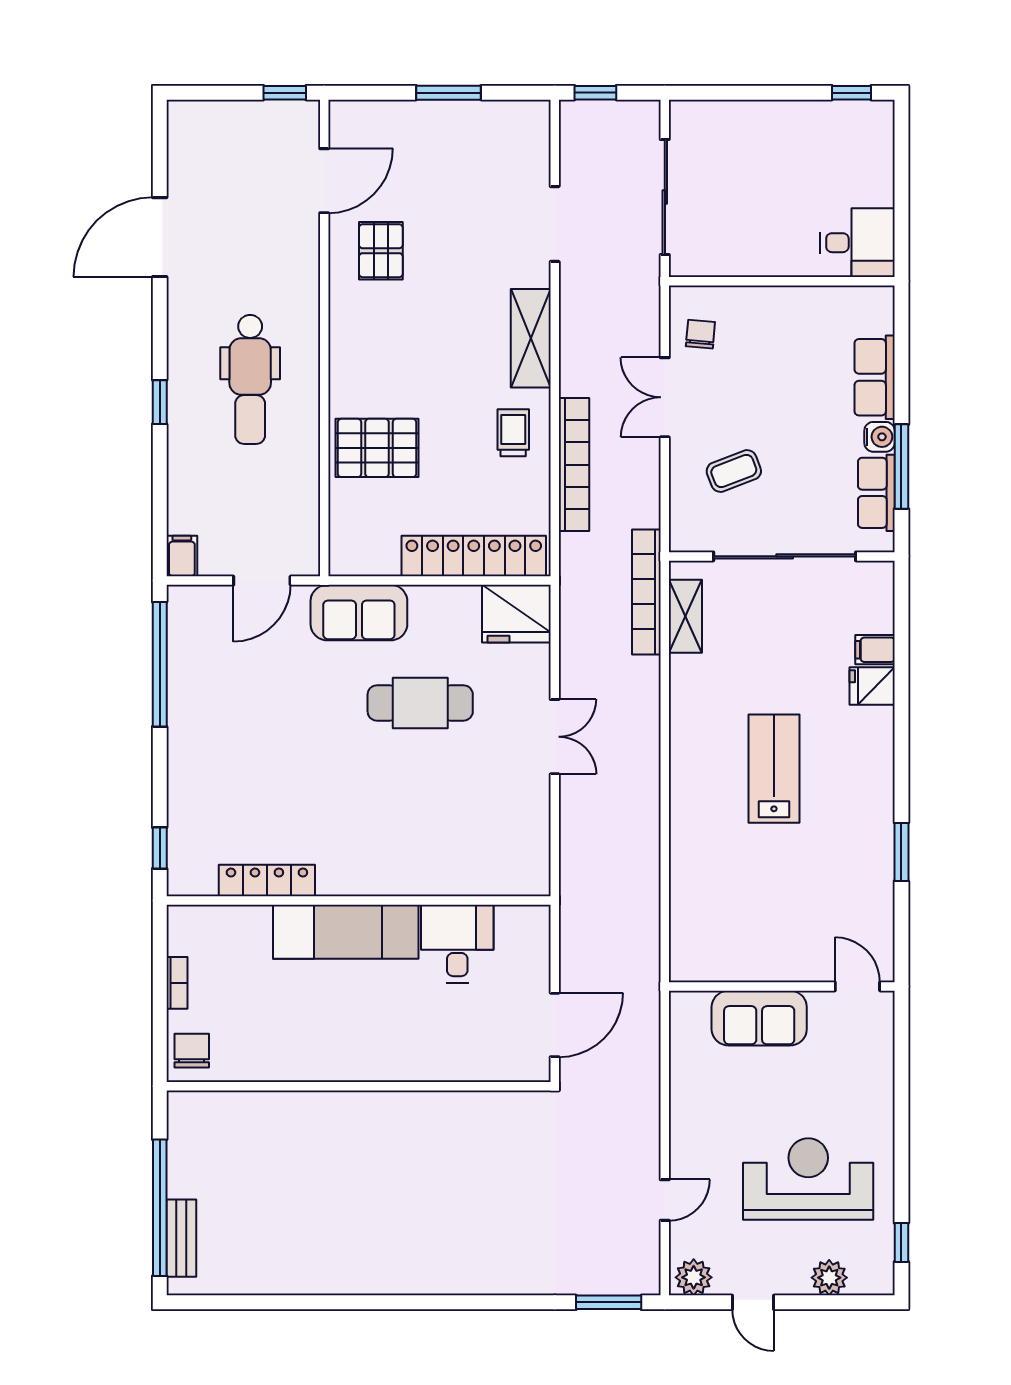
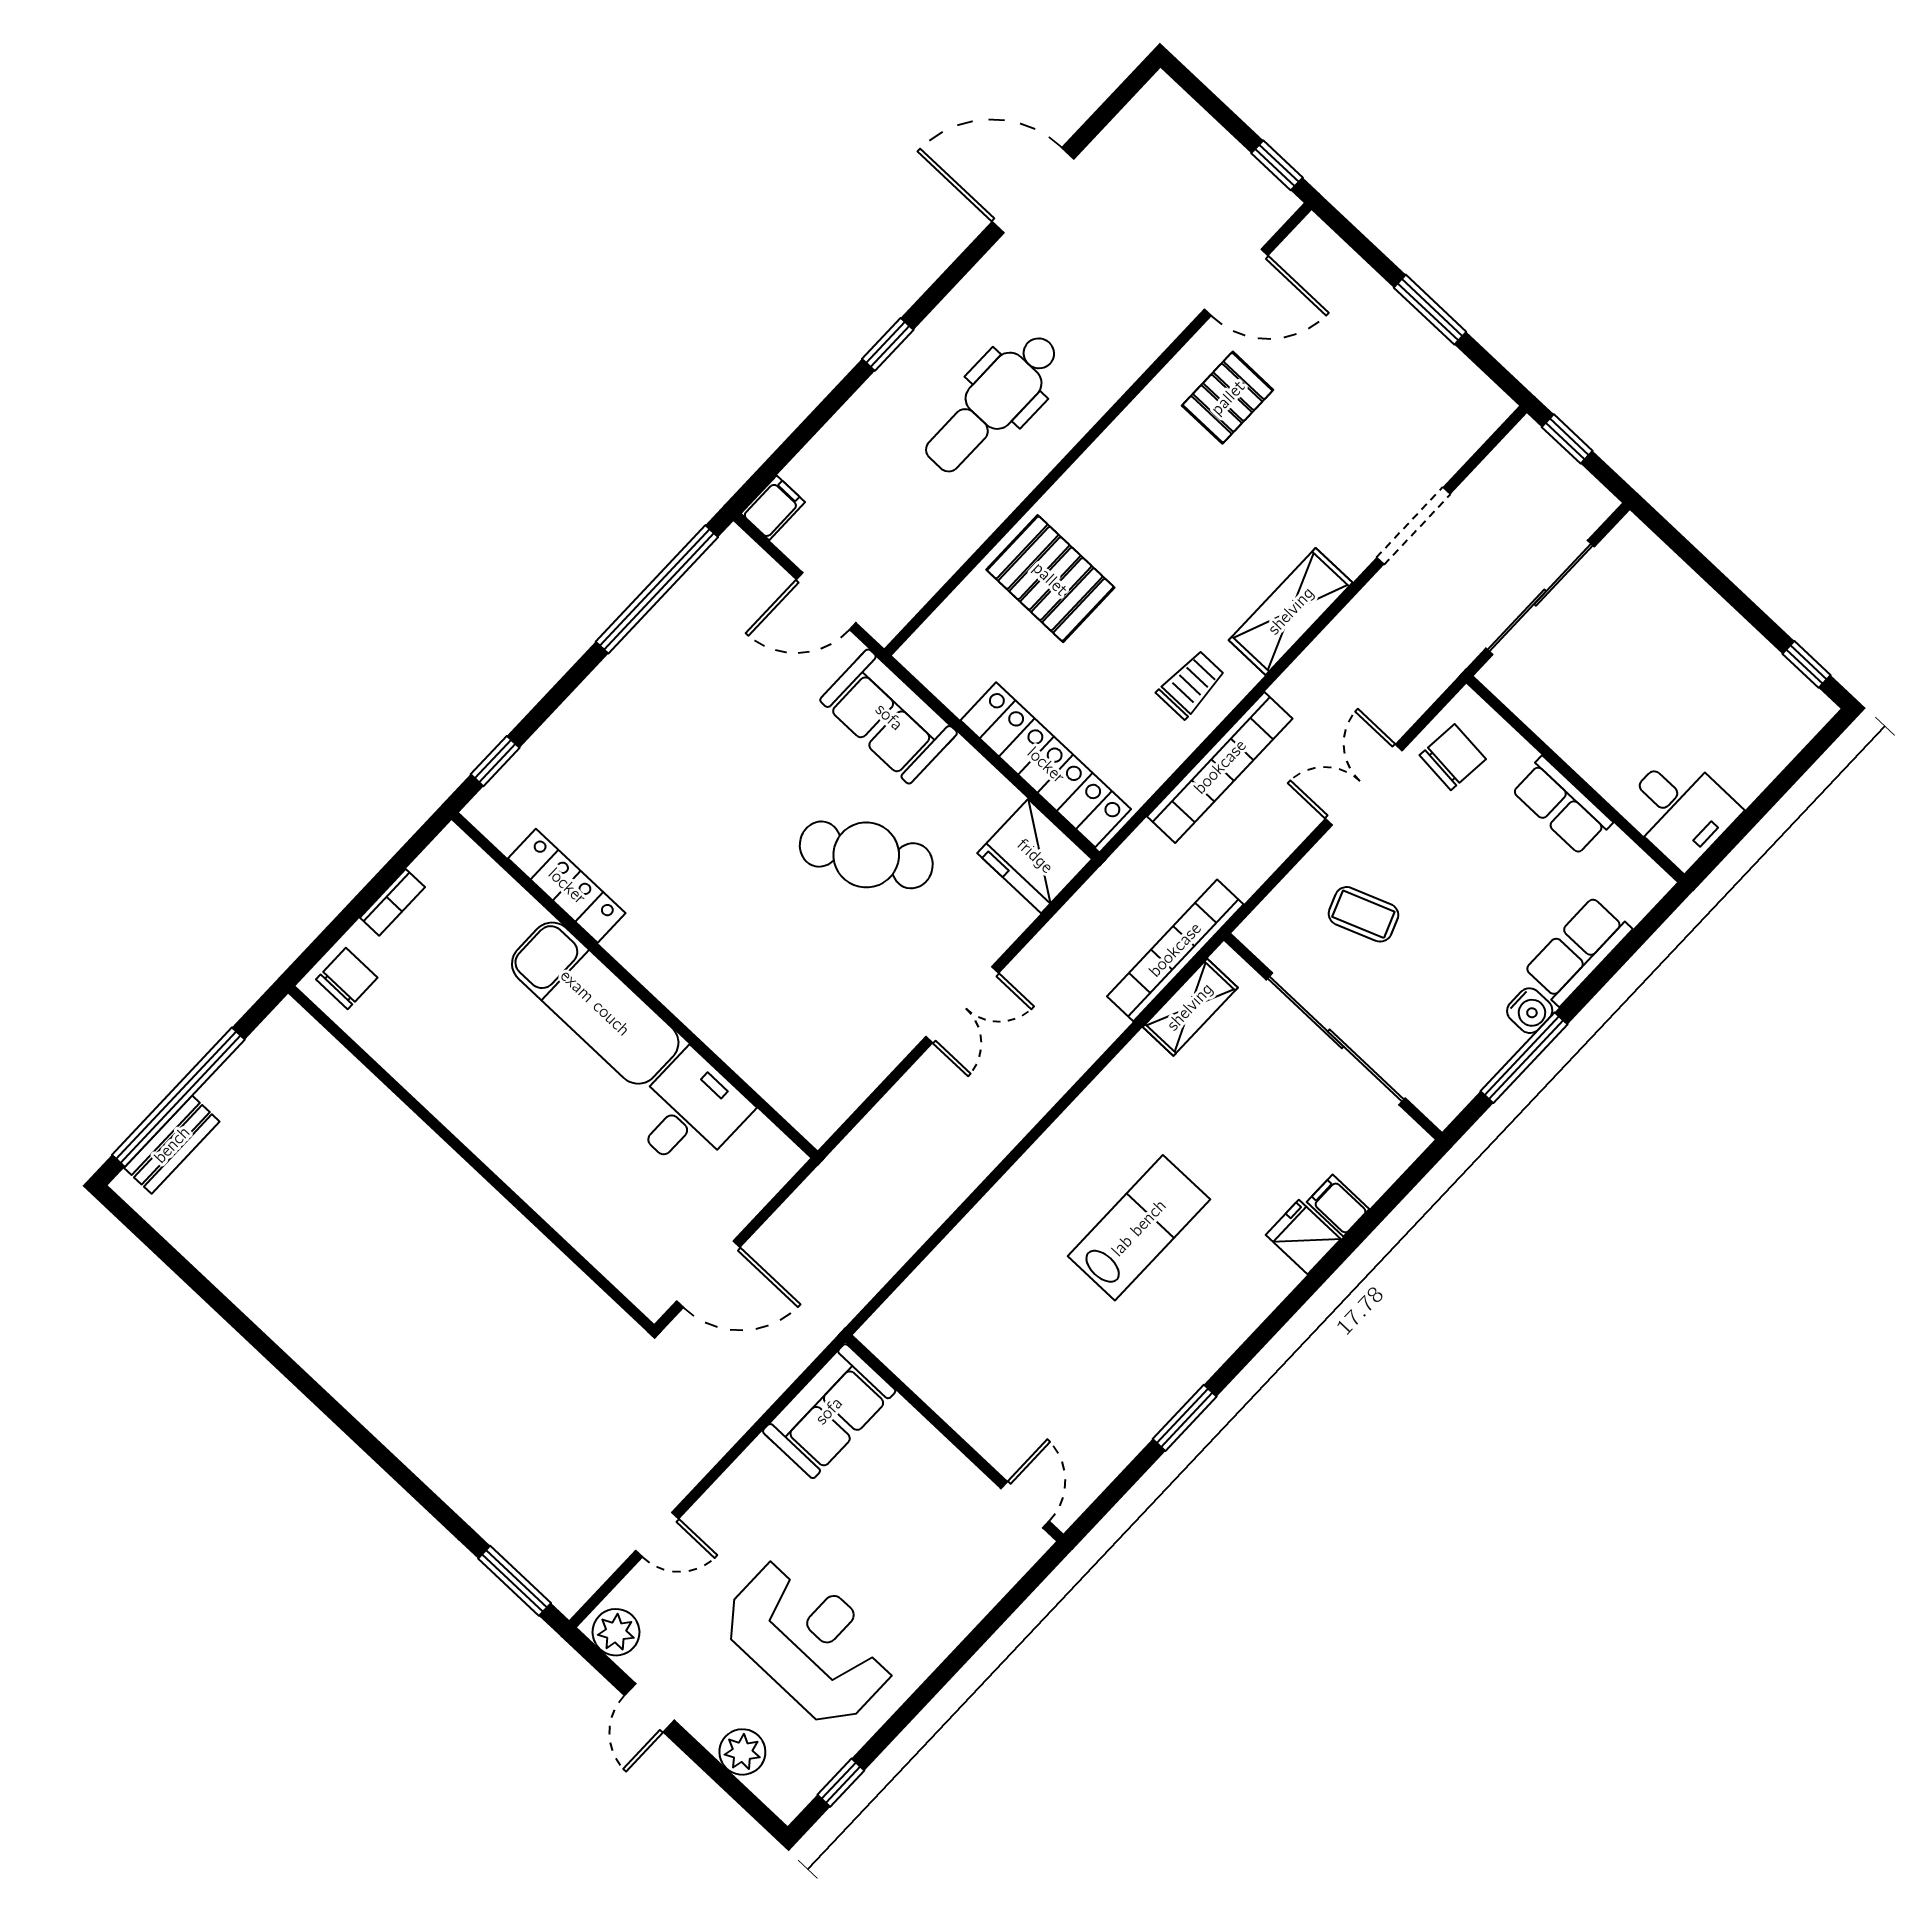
chair: (700, 334) -> (1453, 757), width x1.37, depth x1.37
row of seats: (876, 493) -> (1562, 806), moved, turned -90
cafe table: (420, 703) -> (866, 855), turned -30
sofa: (759, 1018) -> (829, 1411), moved, turned -90

